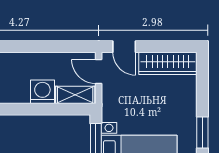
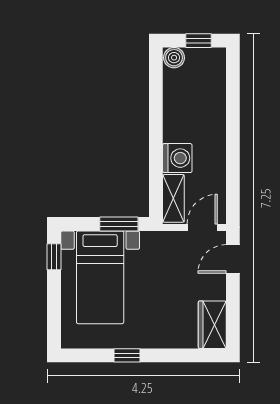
wardrobe: (168, 63) -> (212, 325), width x0.67
window: (202, 132) -> (127, 355), width x0.67

